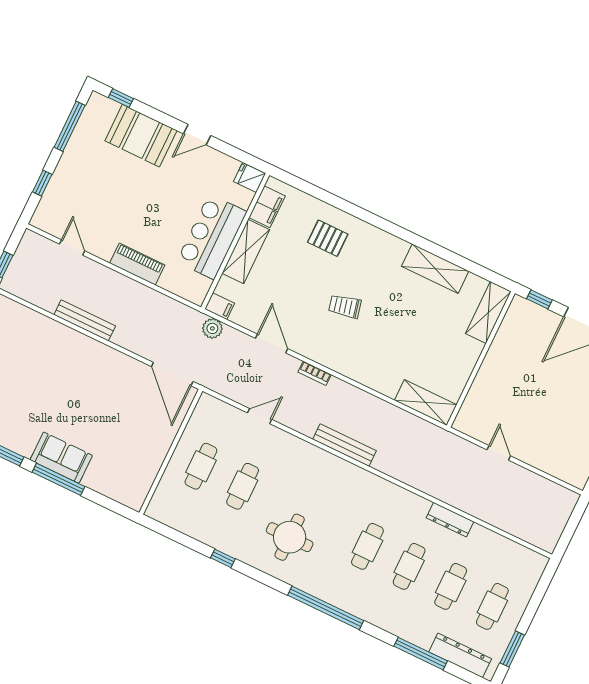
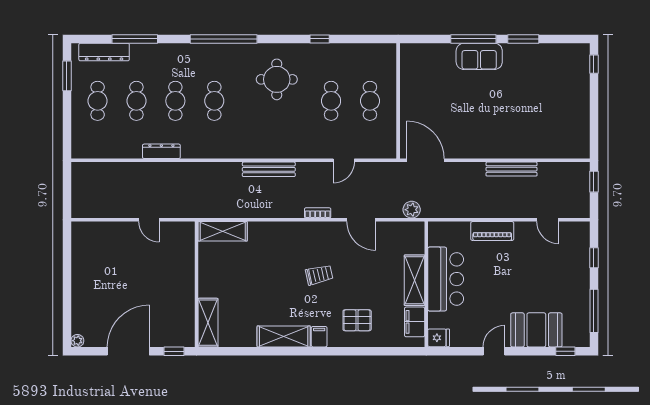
shelving: (435, 269) -> (284, 336), moved
filing cabinet: (220, 306) -> (319, 337), moved, turned 90

